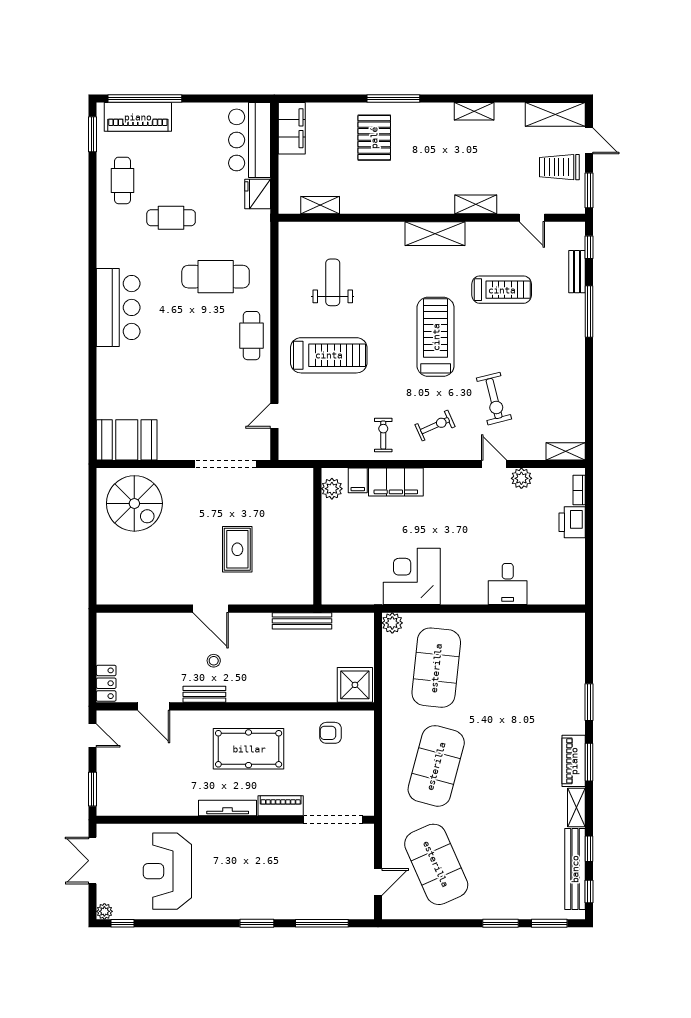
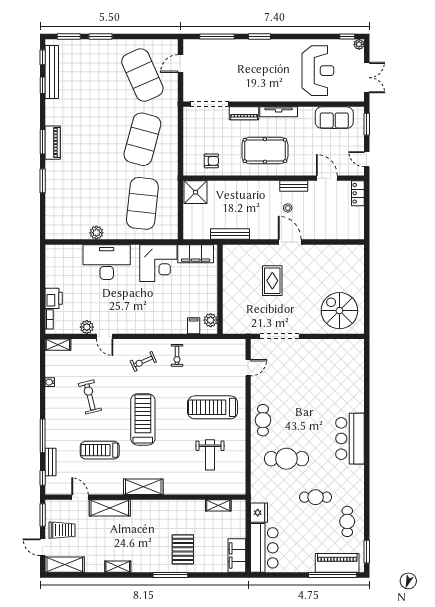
shelving: (476, 204) -> (110, 508), width x1.50, depth x1.33
treadmill: (436, 337) -> (143, 419), turned 180
water cooler: (578, 394) -> (50, 382), added
exercise bike: (494, 399) -> (90, 397), moved
booth: (127, 440) -> (344, 352), removed
filing cabinet: (396, 482) -> (196, 254), moved, turned 180
desk: (508, 584) -> (107, 262), width x1.87, depth x1.30
plant: (392, 623) -> (96, 233), moved
sofa: (142, 799) -> (334, 118), added
shelving: (576, 807) -> (51, 112), removed

